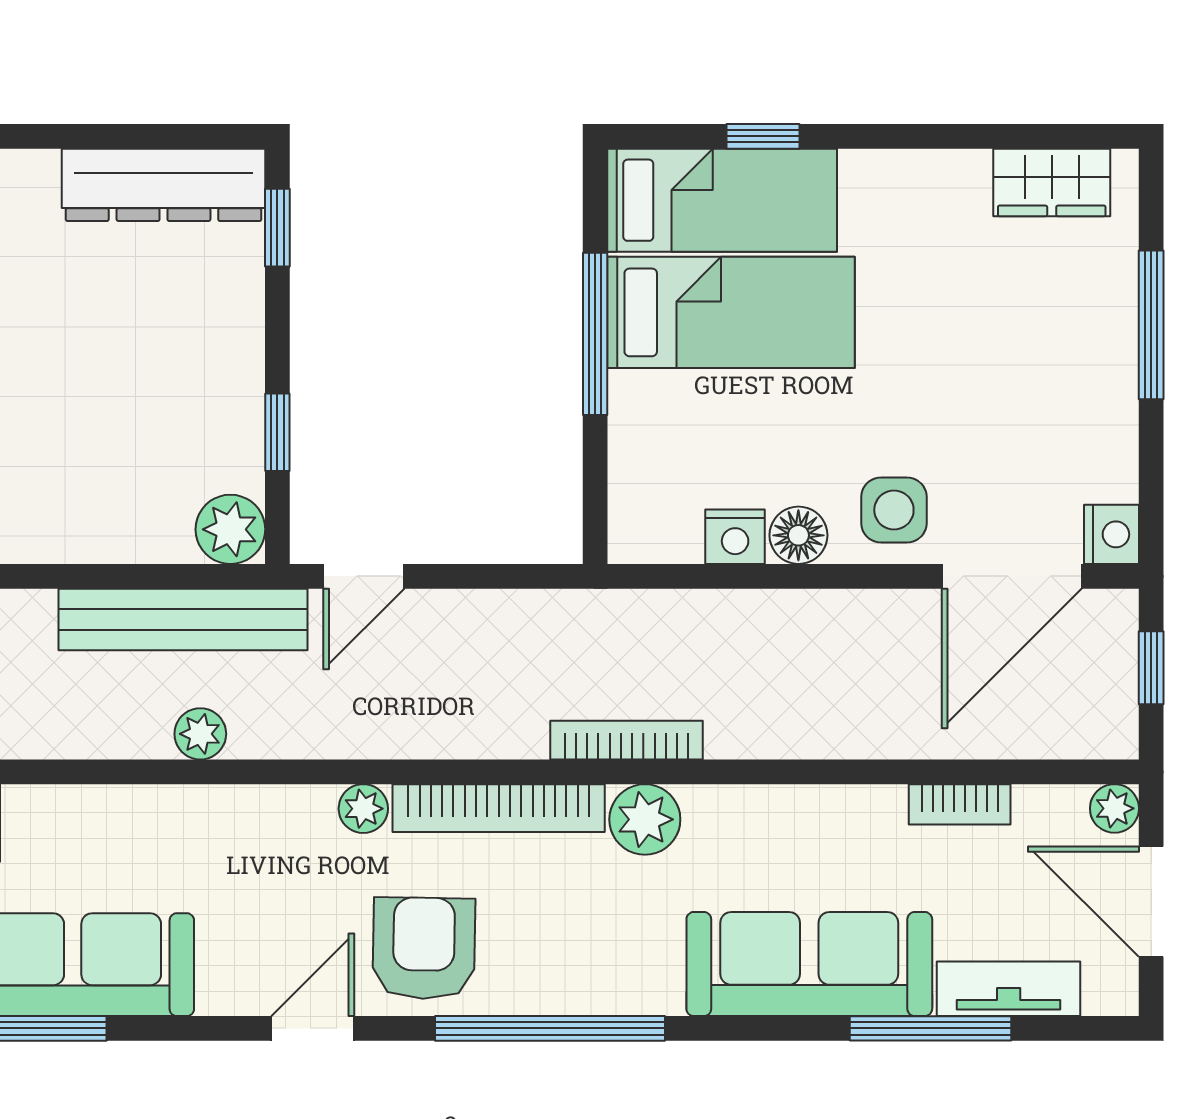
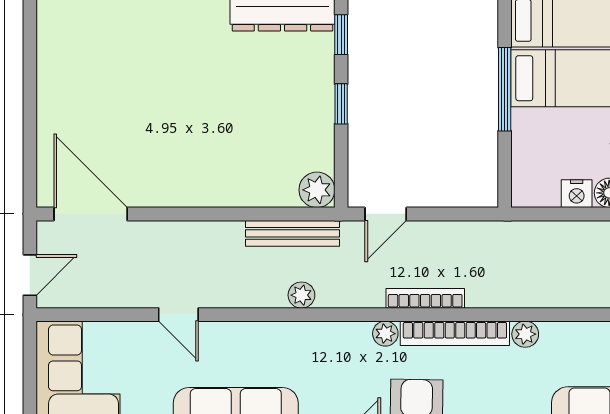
window: (277, 432) -> (341, 104), moved
bench: (183, 619) -> (292, 233), width x0.73, depth x0.82
bookcase: (627, 740) -> (425, 298), moved
plant: (645, 819) -> (525, 334), width x0.73, depth x0.73

